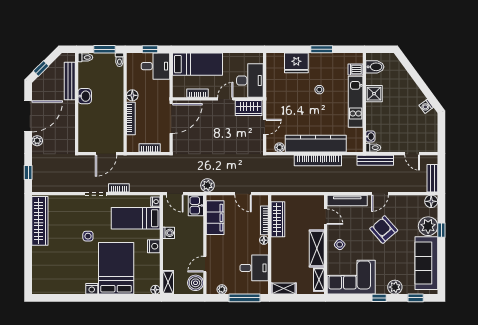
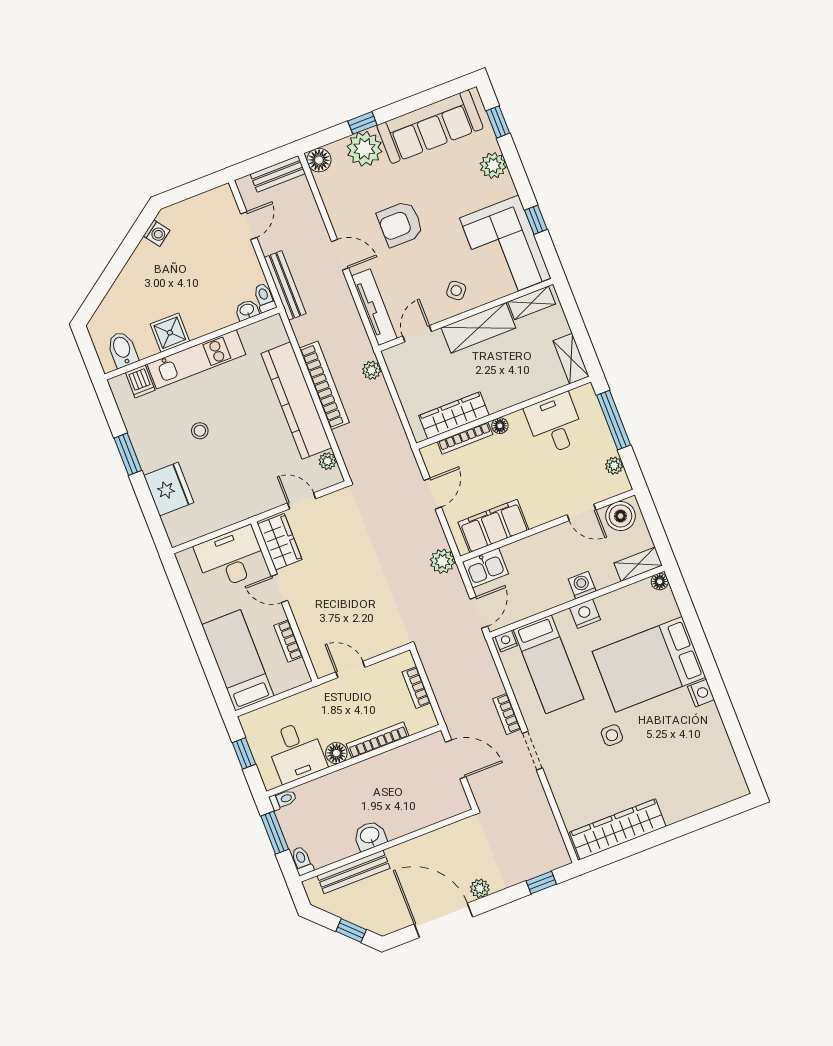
desk: (156, 66) -> (296, 752), moved, turned 180
door: (171, 119) -> (350, 670), width x0.53
plant: (316, 187) -> (372, 370), added
armchair: (384, 230) -> (400, 224), turned 41
washing machine: (169, 233) -> (582, 585), moved
window: (379, 298) -> (536, 220), moved

